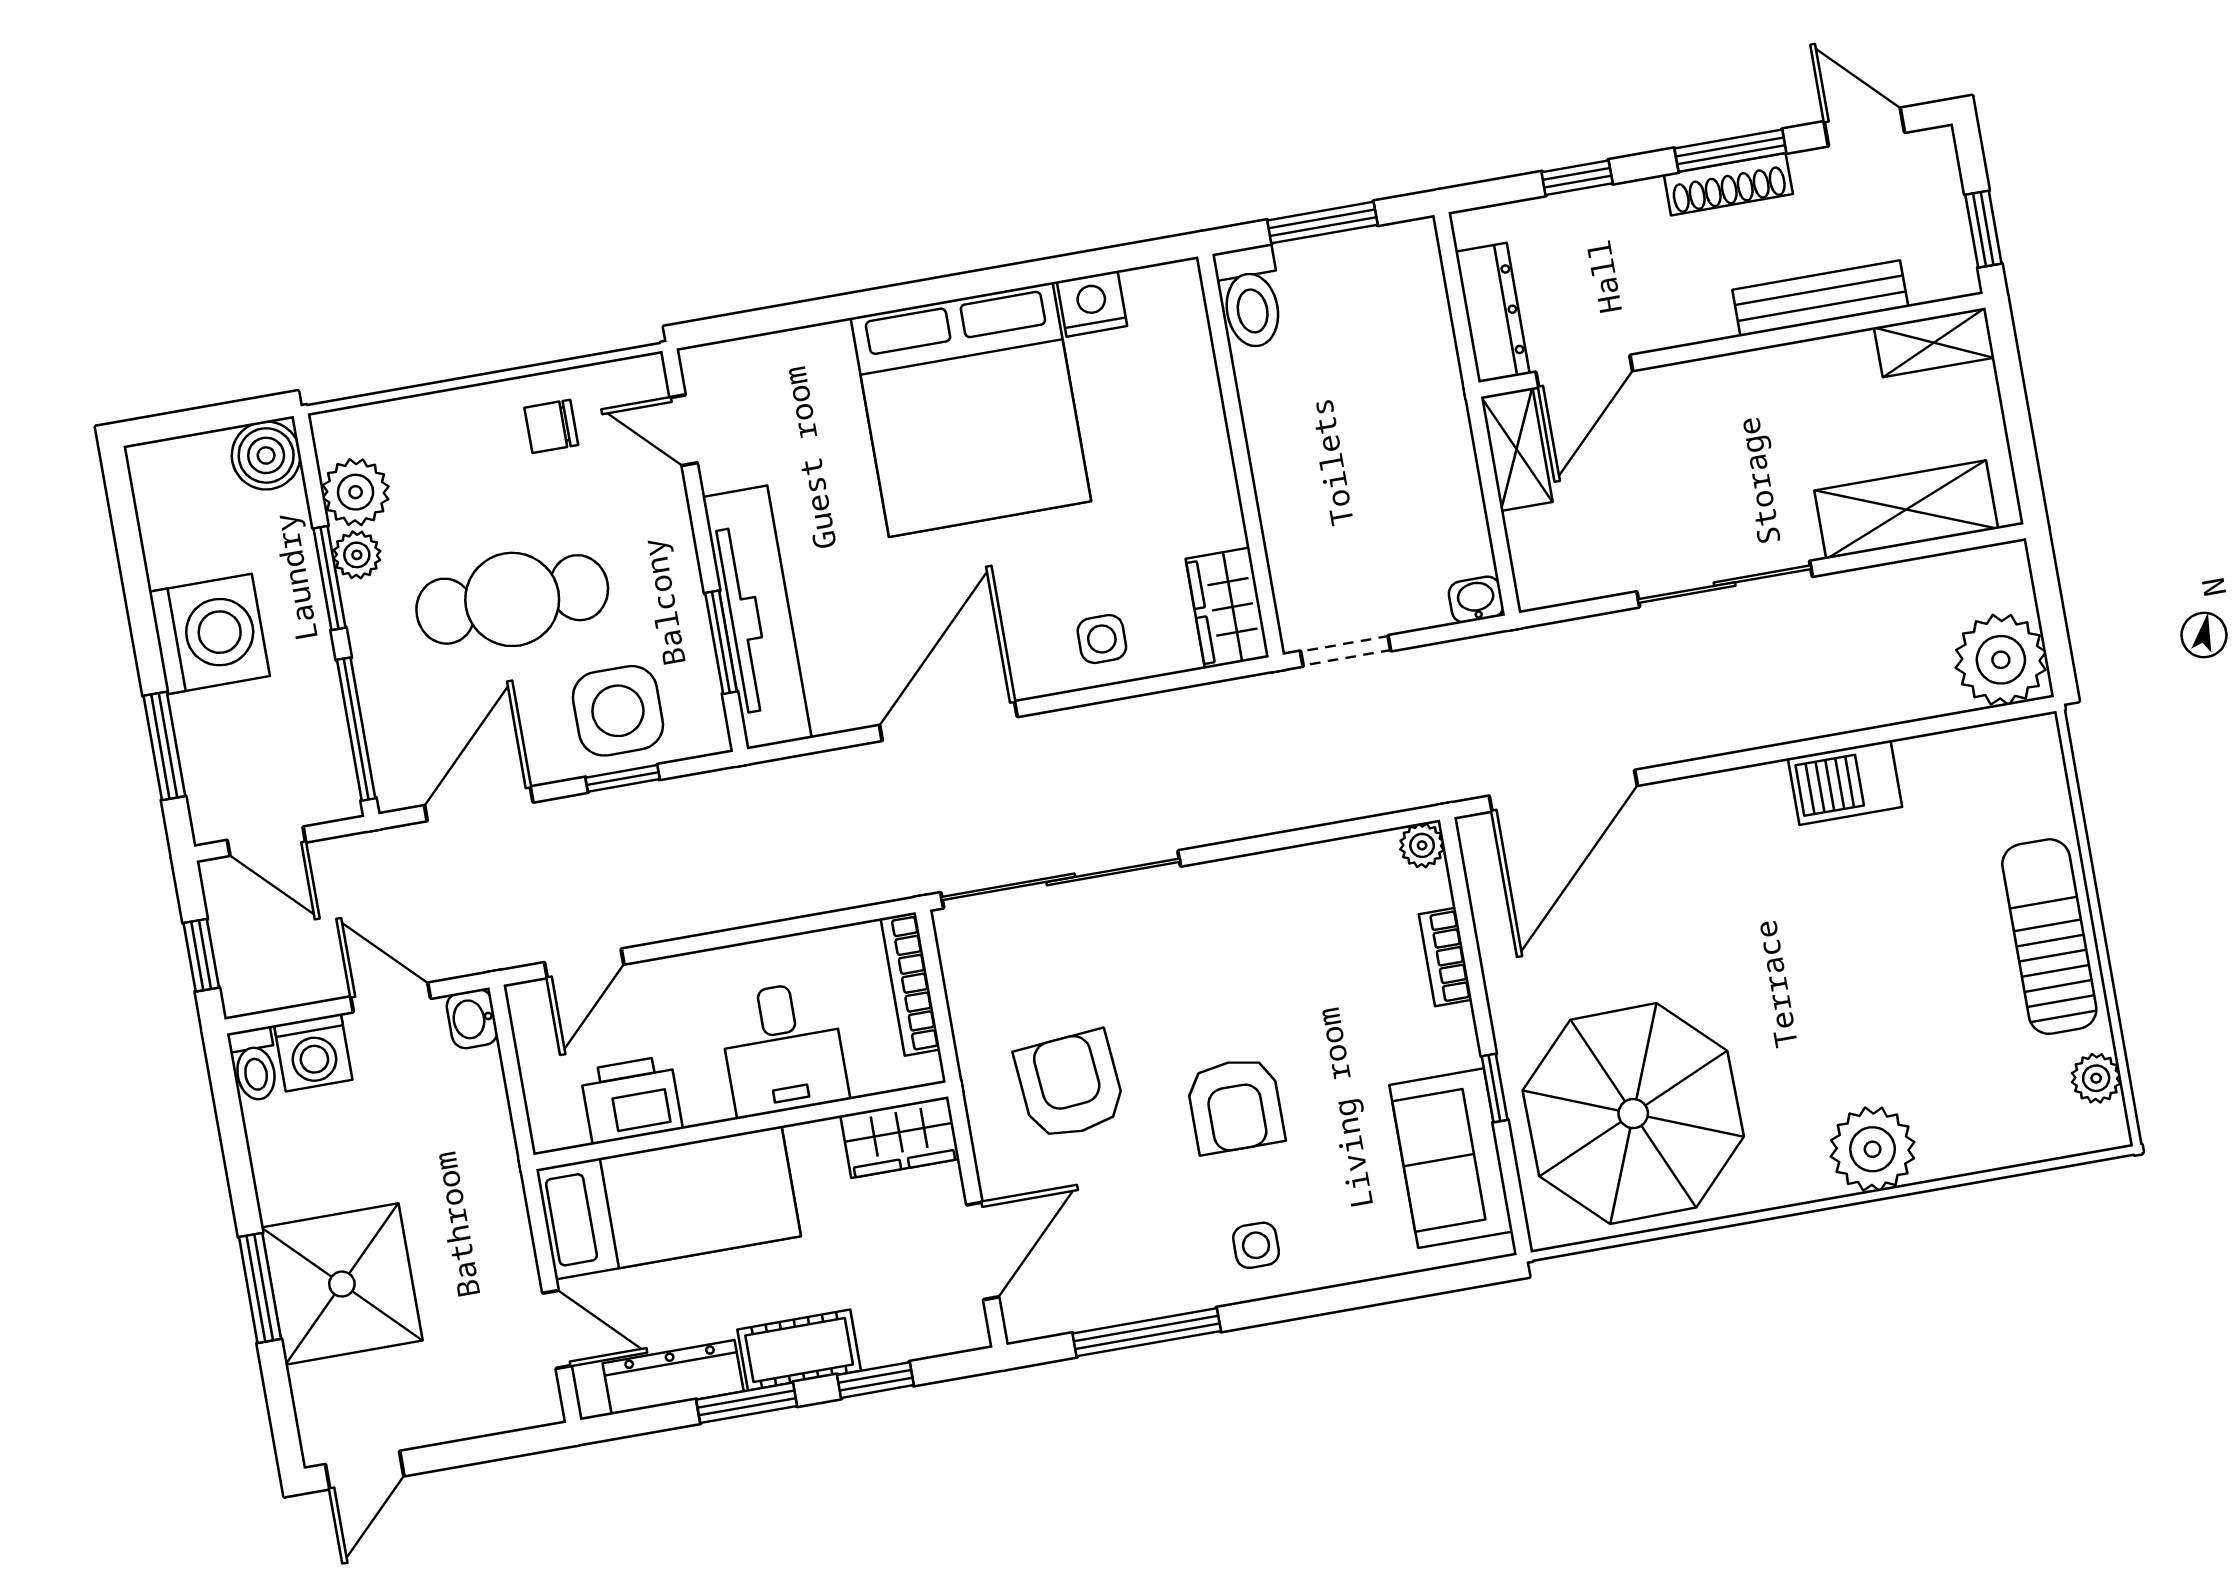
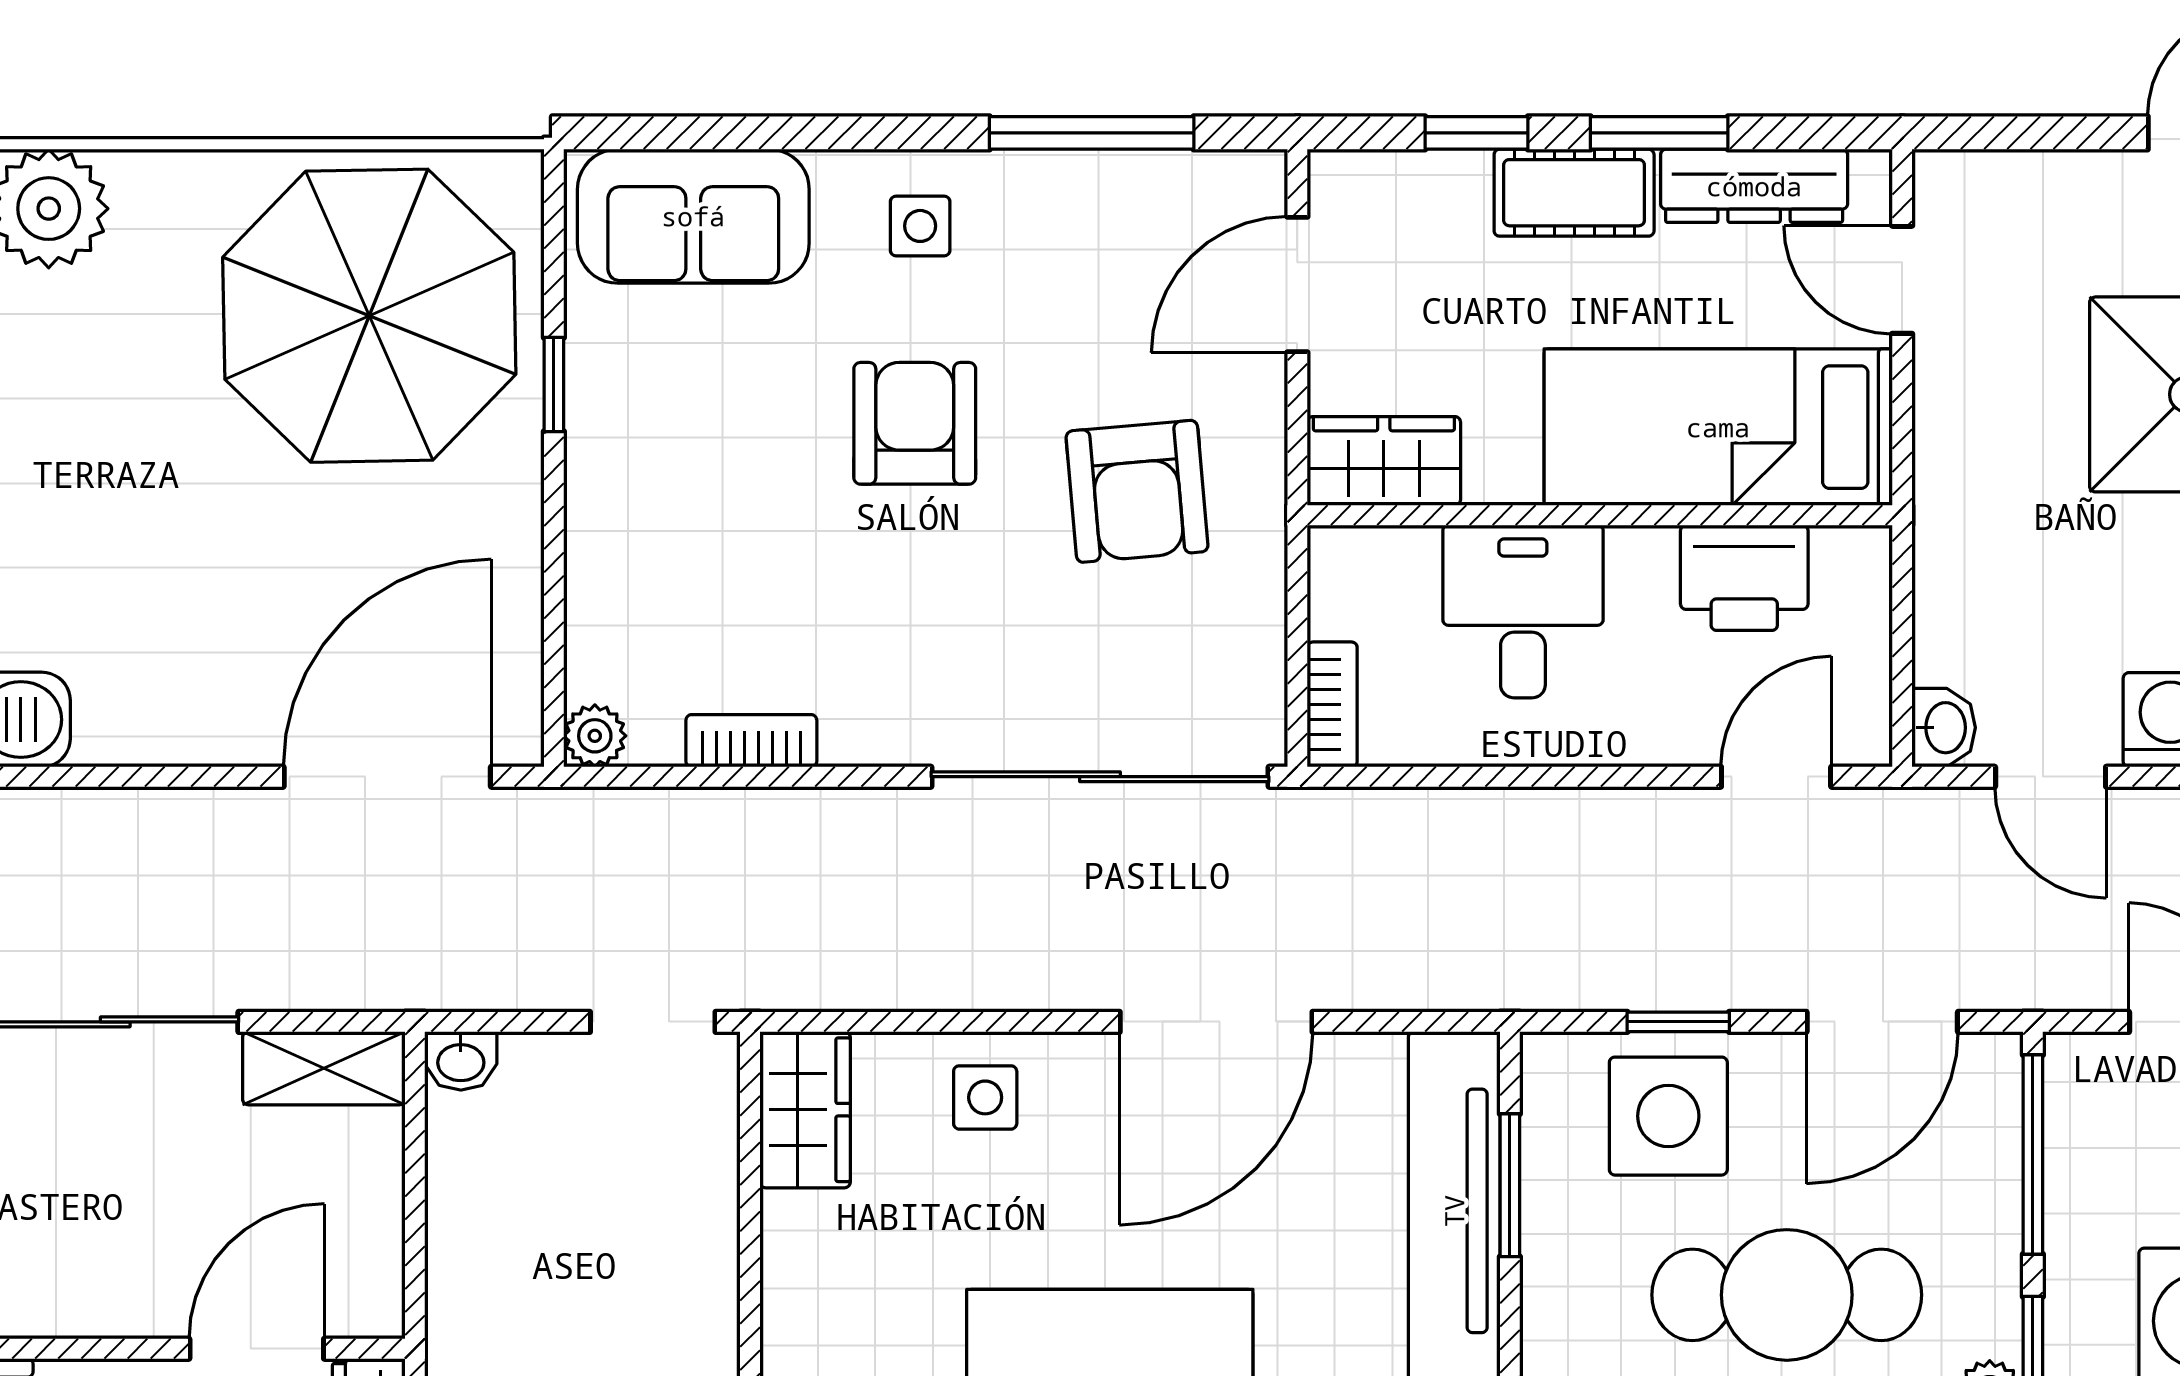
shelving: (1517, 449) -> (324, 1068), moved, turned 90
bookcase: (1445, 957) -> (751, 741), moved, turned -90
bookcase: (910, 984) -> (1332, 704), width x0.64
sofa: (1451, 1158) -> (693, 216), moved, turned 90

